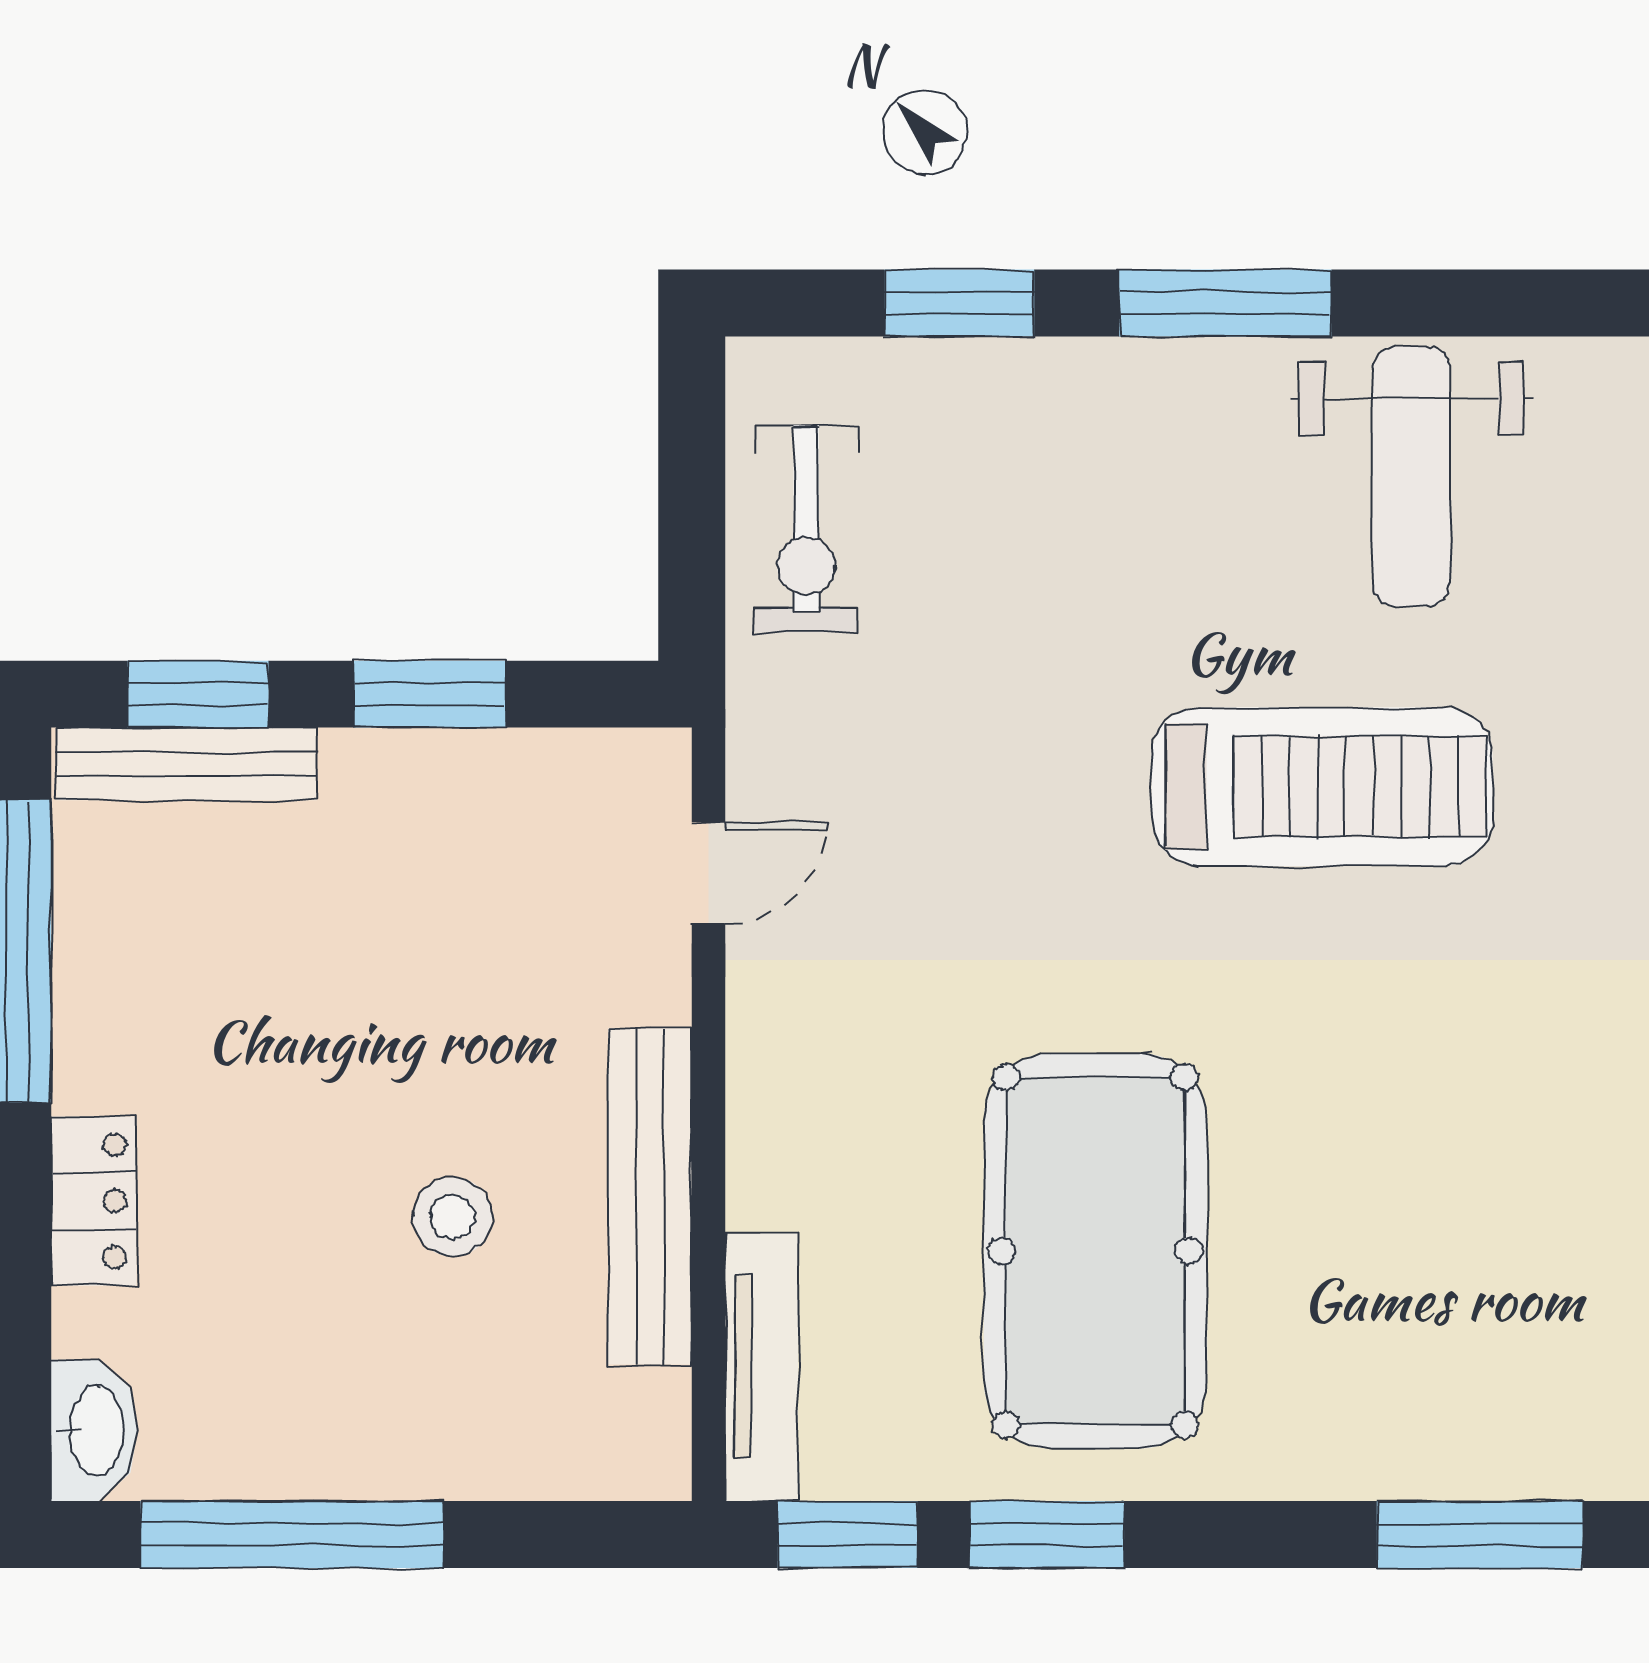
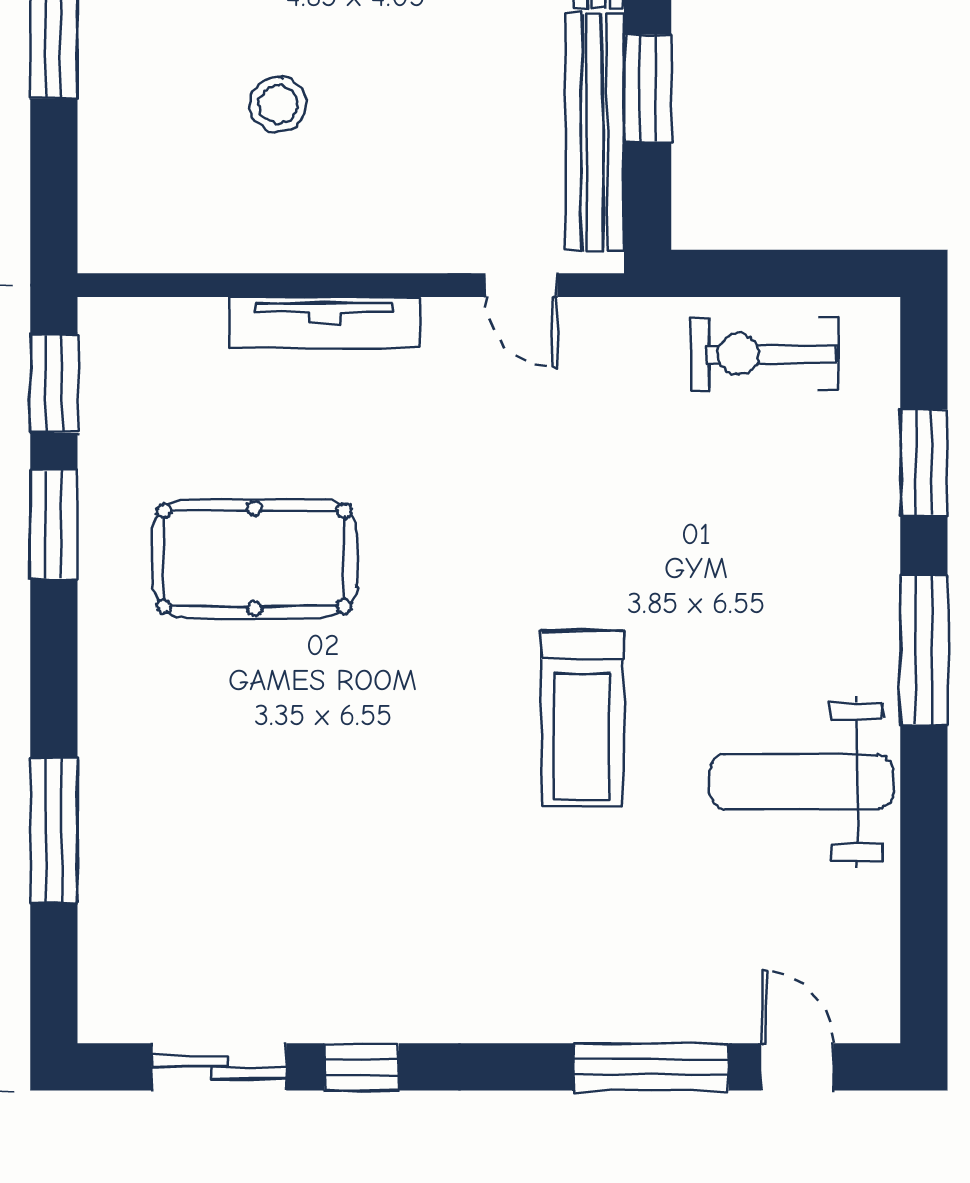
treadmill: (1322, 787) -> (582, 719), width x0.73, depth x0.73
bench: (650, 1196) -> (595, 132), moved, turned 90
pool table: (1095, 1251) -> (254, 559), width x0.73, depth x0.76
tv unit: (762, 1367) -> (324, 323), moved

